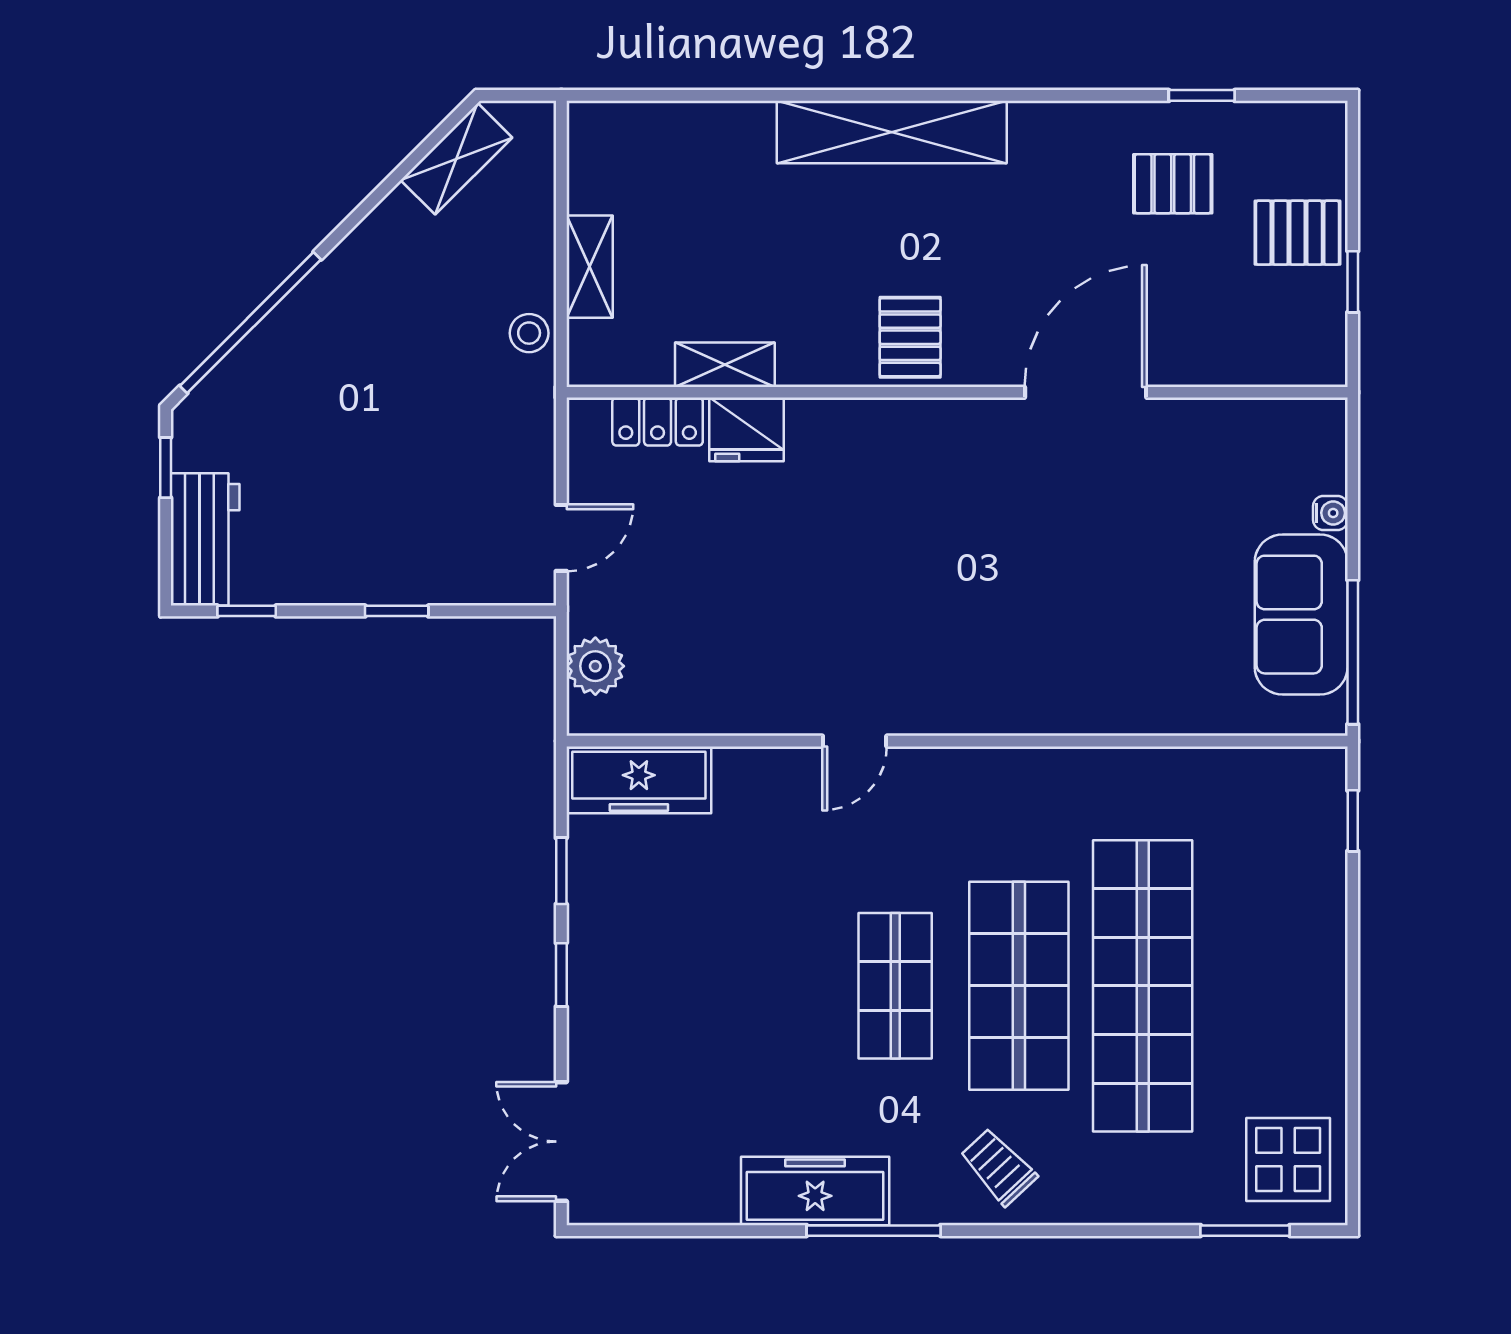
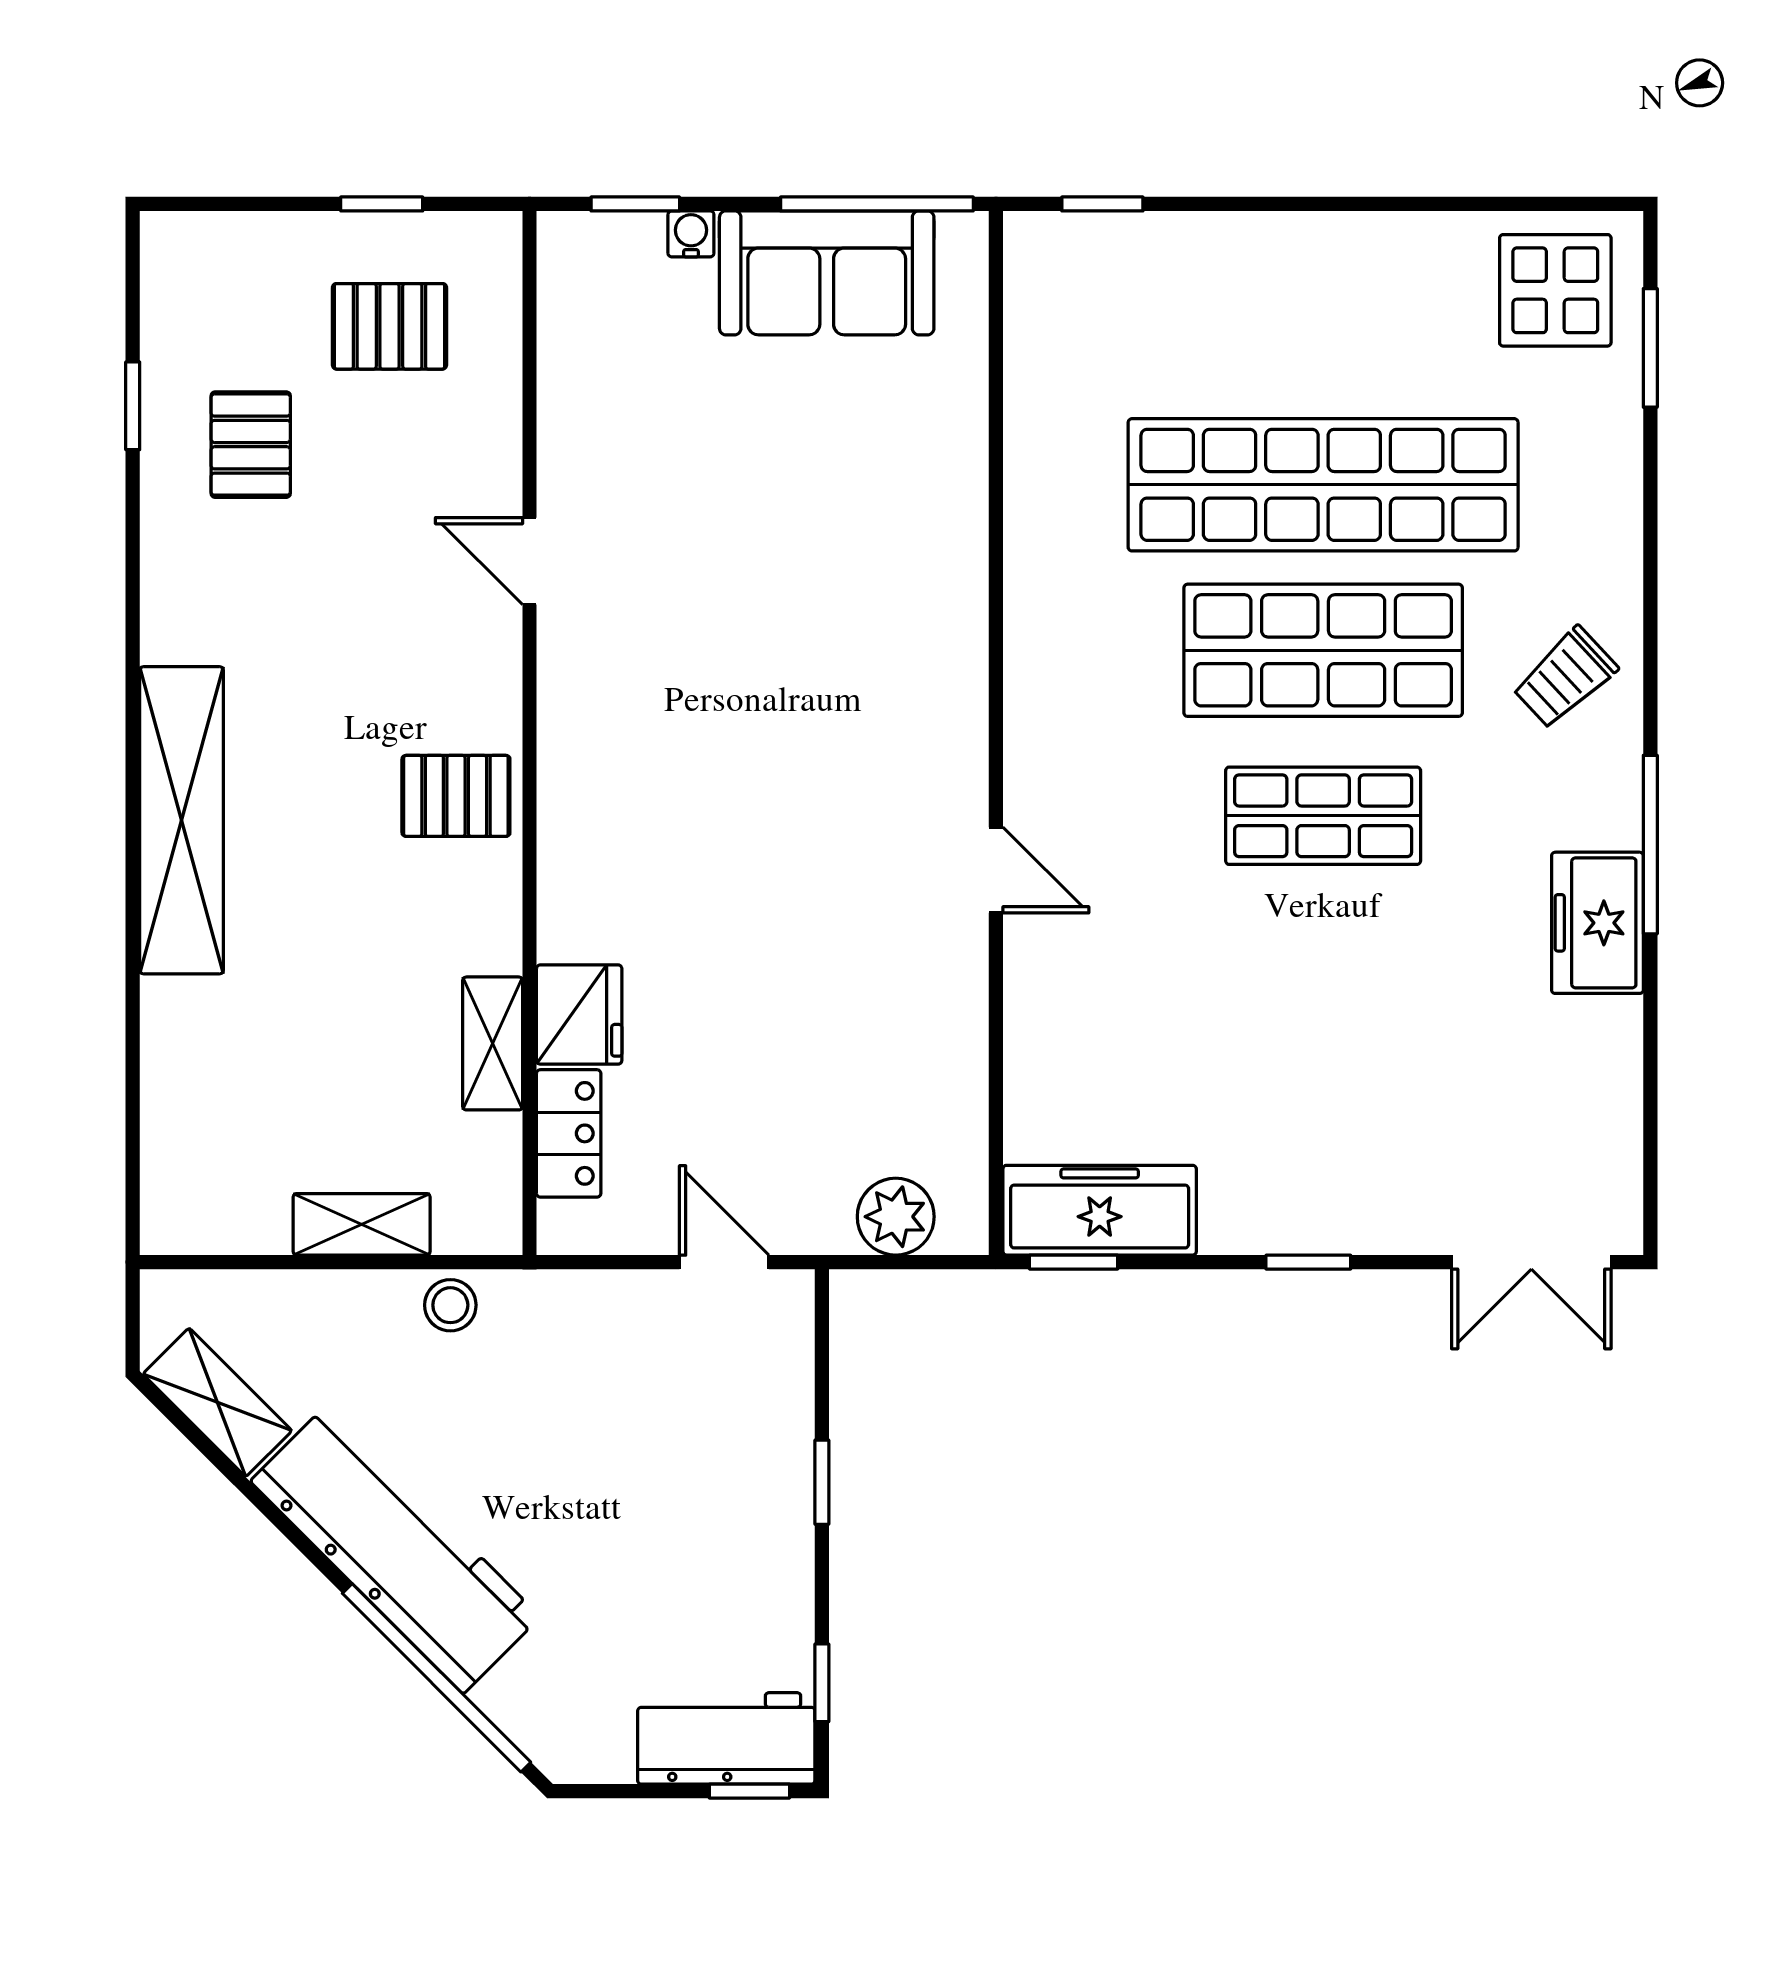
pallet: (1298, 233) -> (390, 326), moved, turned 90
workbench: (347, 292) -> (395, 1549), added
door: (1086, 392) -> (530, 561), width x0.53
window: (166, 468) -> (749, 1791), moved
window: (1353, 471) -> (635, 204), added
freezer: (639, 780) -> (1100, 1210), moved, turned -90
window: (561, 871) -> (1074, 1262), moved
freezer: (815, 1191) -> (1597, 923), width x0.71

